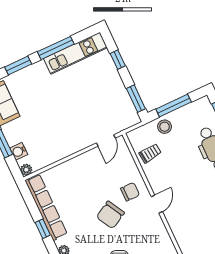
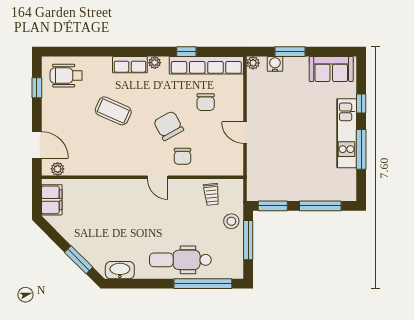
kitchen unit: (75, 53) -> (347, 133), moved
window: (118, 60) -> (320, 206), width x2.17
window: (18, 65) -> (361, 104), width x0.67
door: (106, 140) -> (245, 133), moved
chair: (77, 194) -> (206, 102), added

